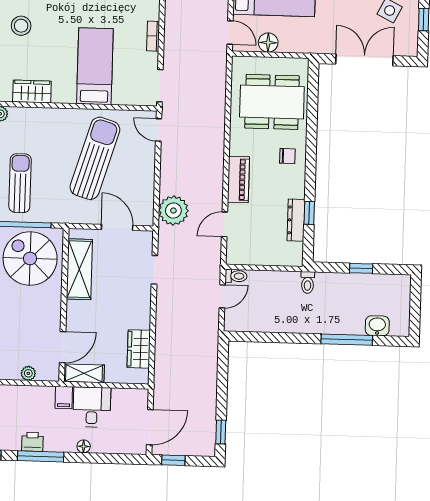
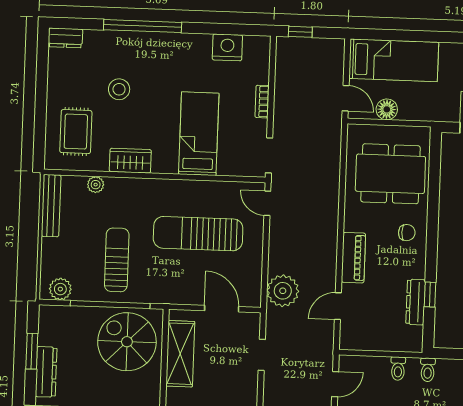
sun lounger: (95, 158) -> (198, 234), turned -107
toilet: (236, 276) -> (398, 369), moved, turned 90

